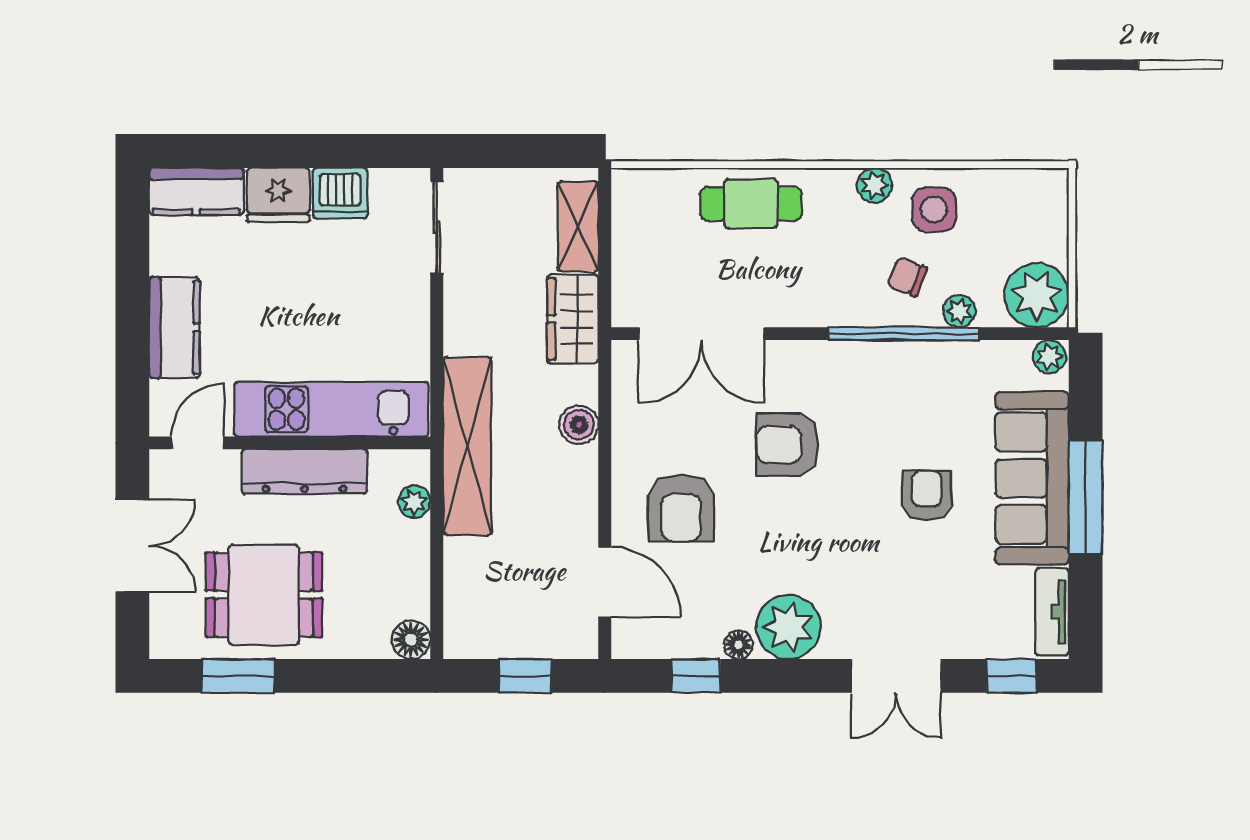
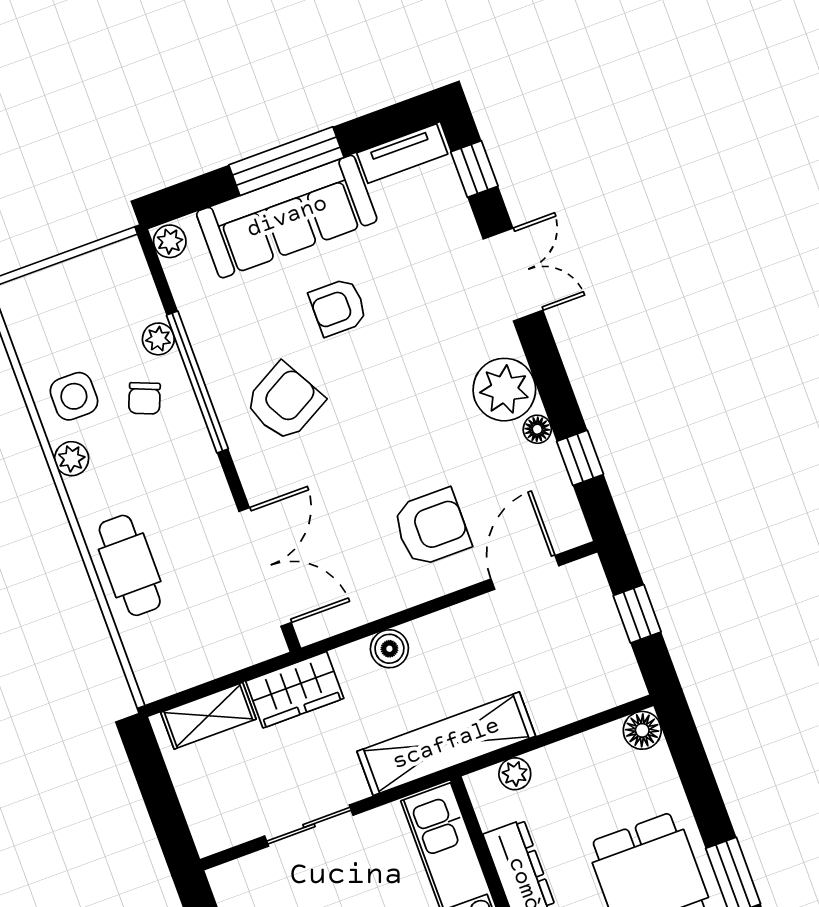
sliding door: (437, 228) -> (309, 826), moved
plant: (1037, 295) -> (118, 274), removed
armchair: (788, 445) -> (284, 402), moved, turned -119

